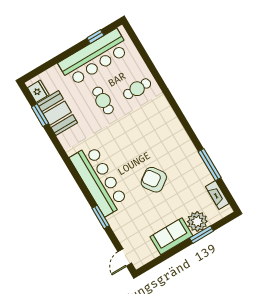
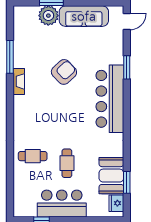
bar counter: (94, 57) -> (62, 204), width x0.73
armchair: (154, 180) -> (64, 72), turned -98
fireplace: (217, 195) -> (19, 81), moved
sofa: (171, 236) -> (84, 16), width x1.36

